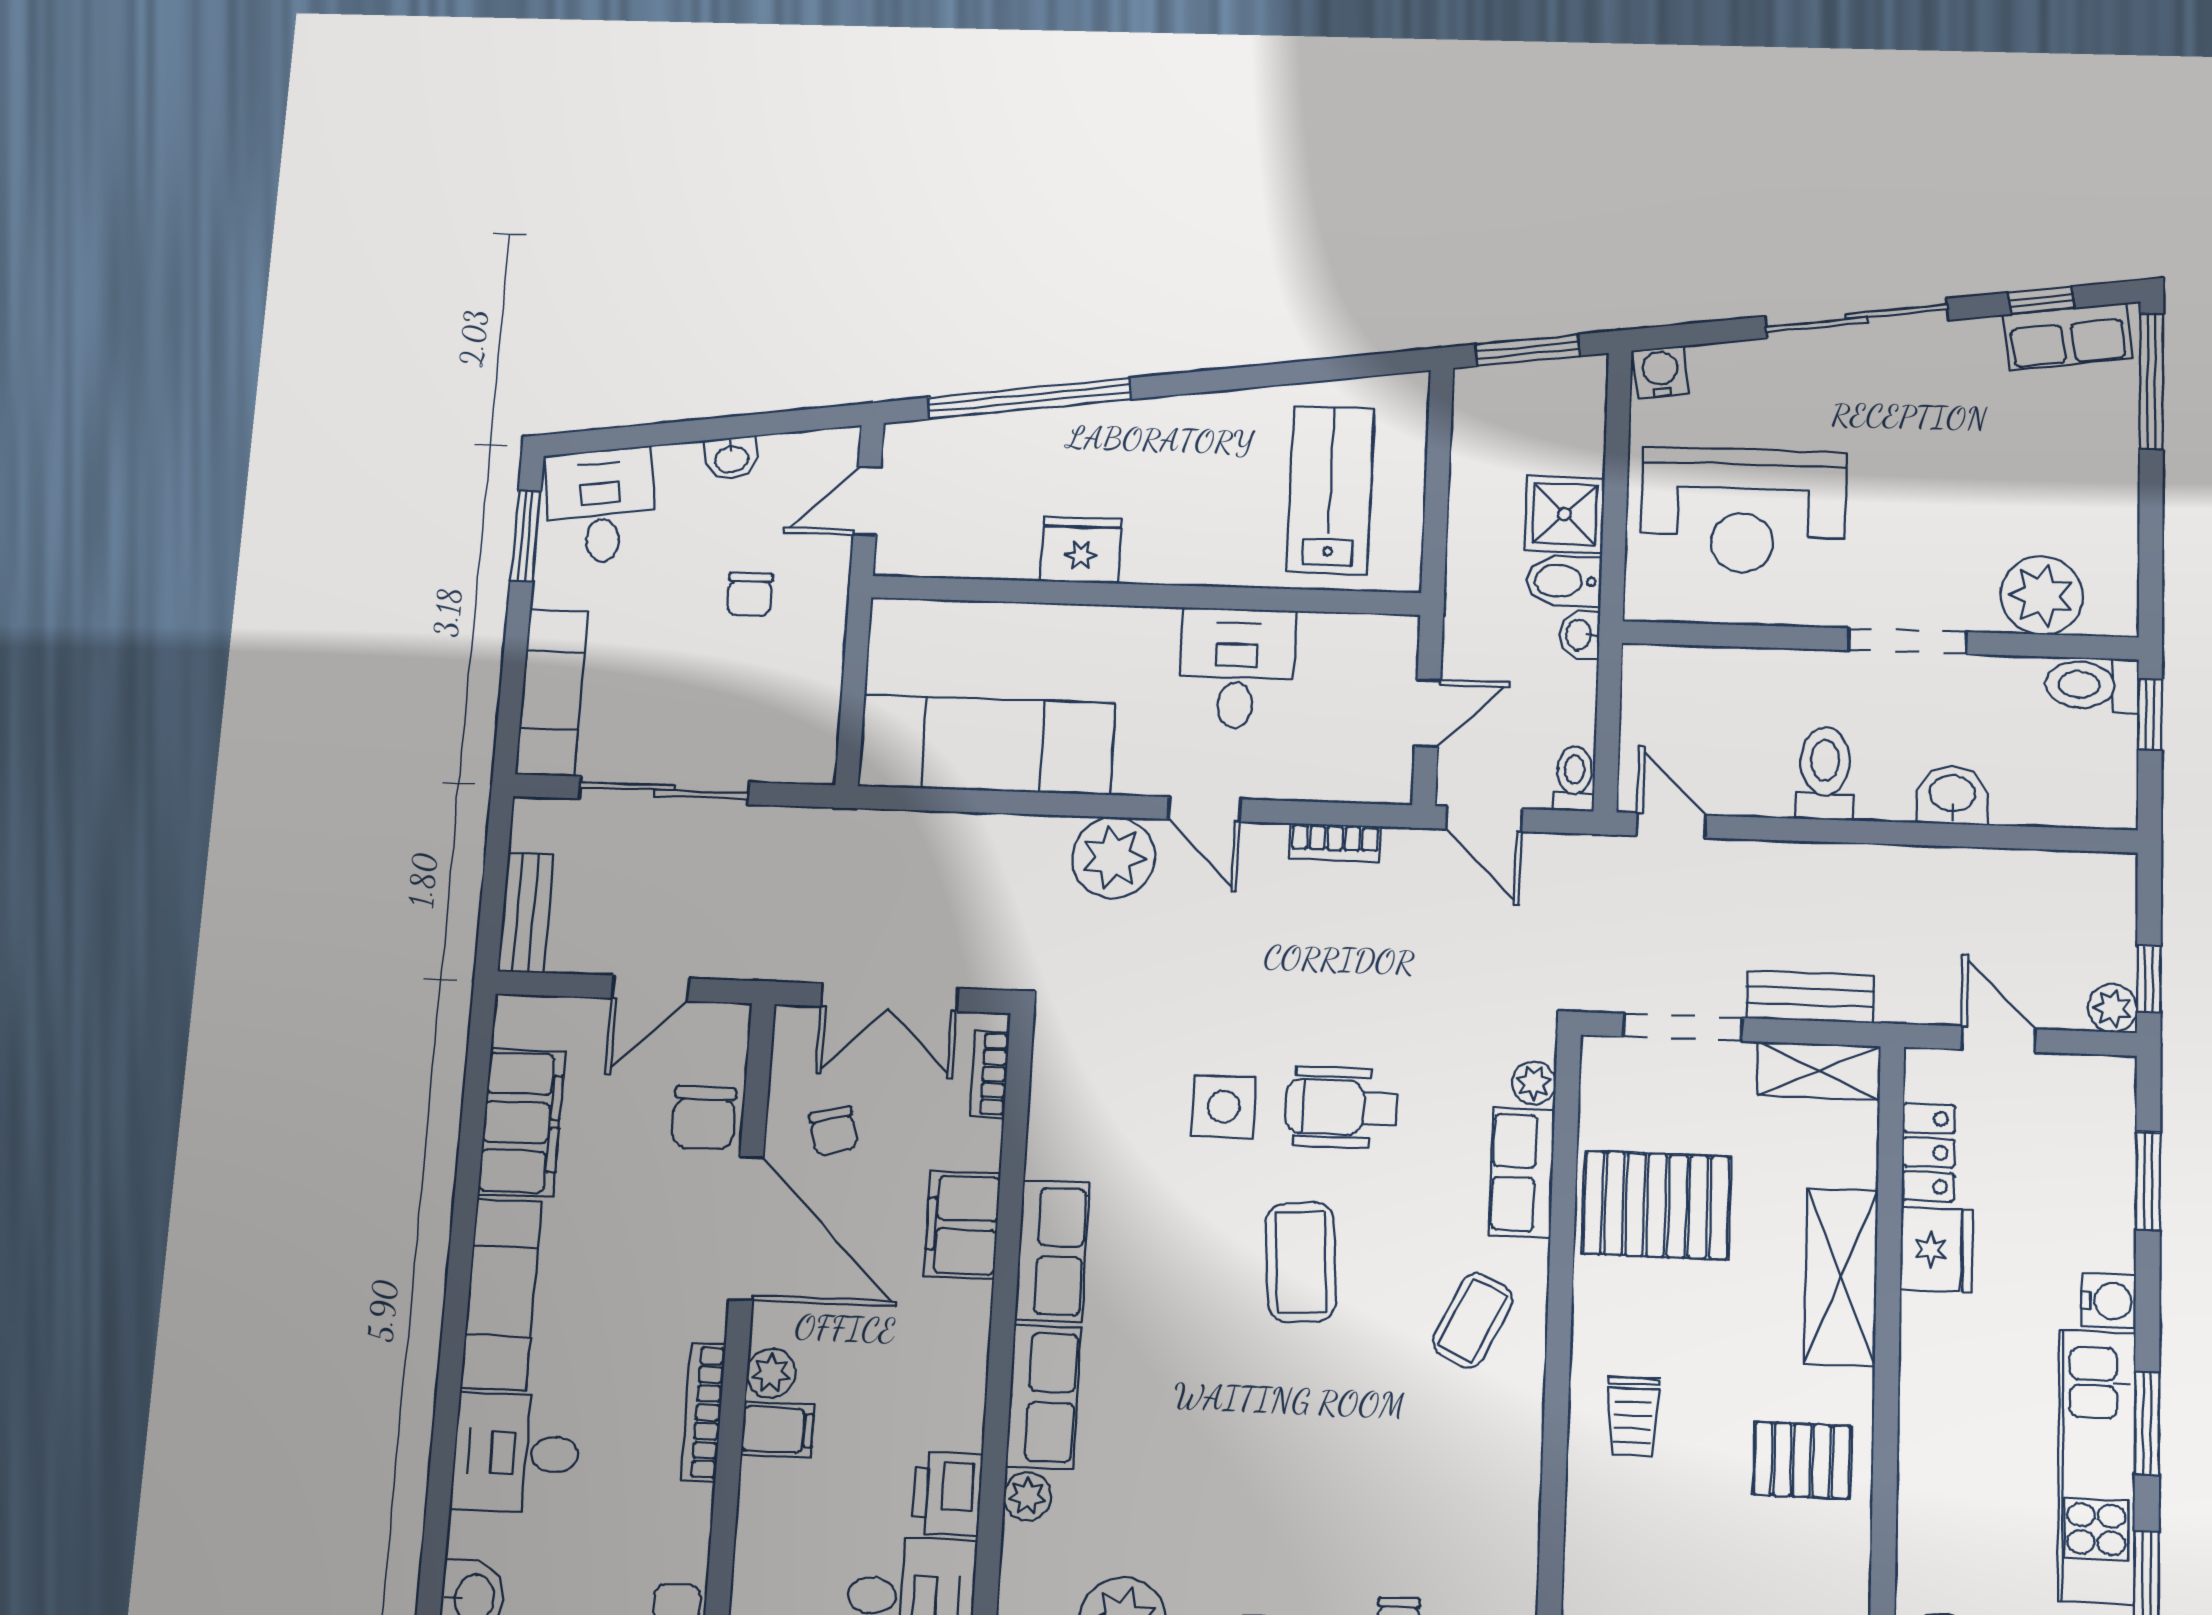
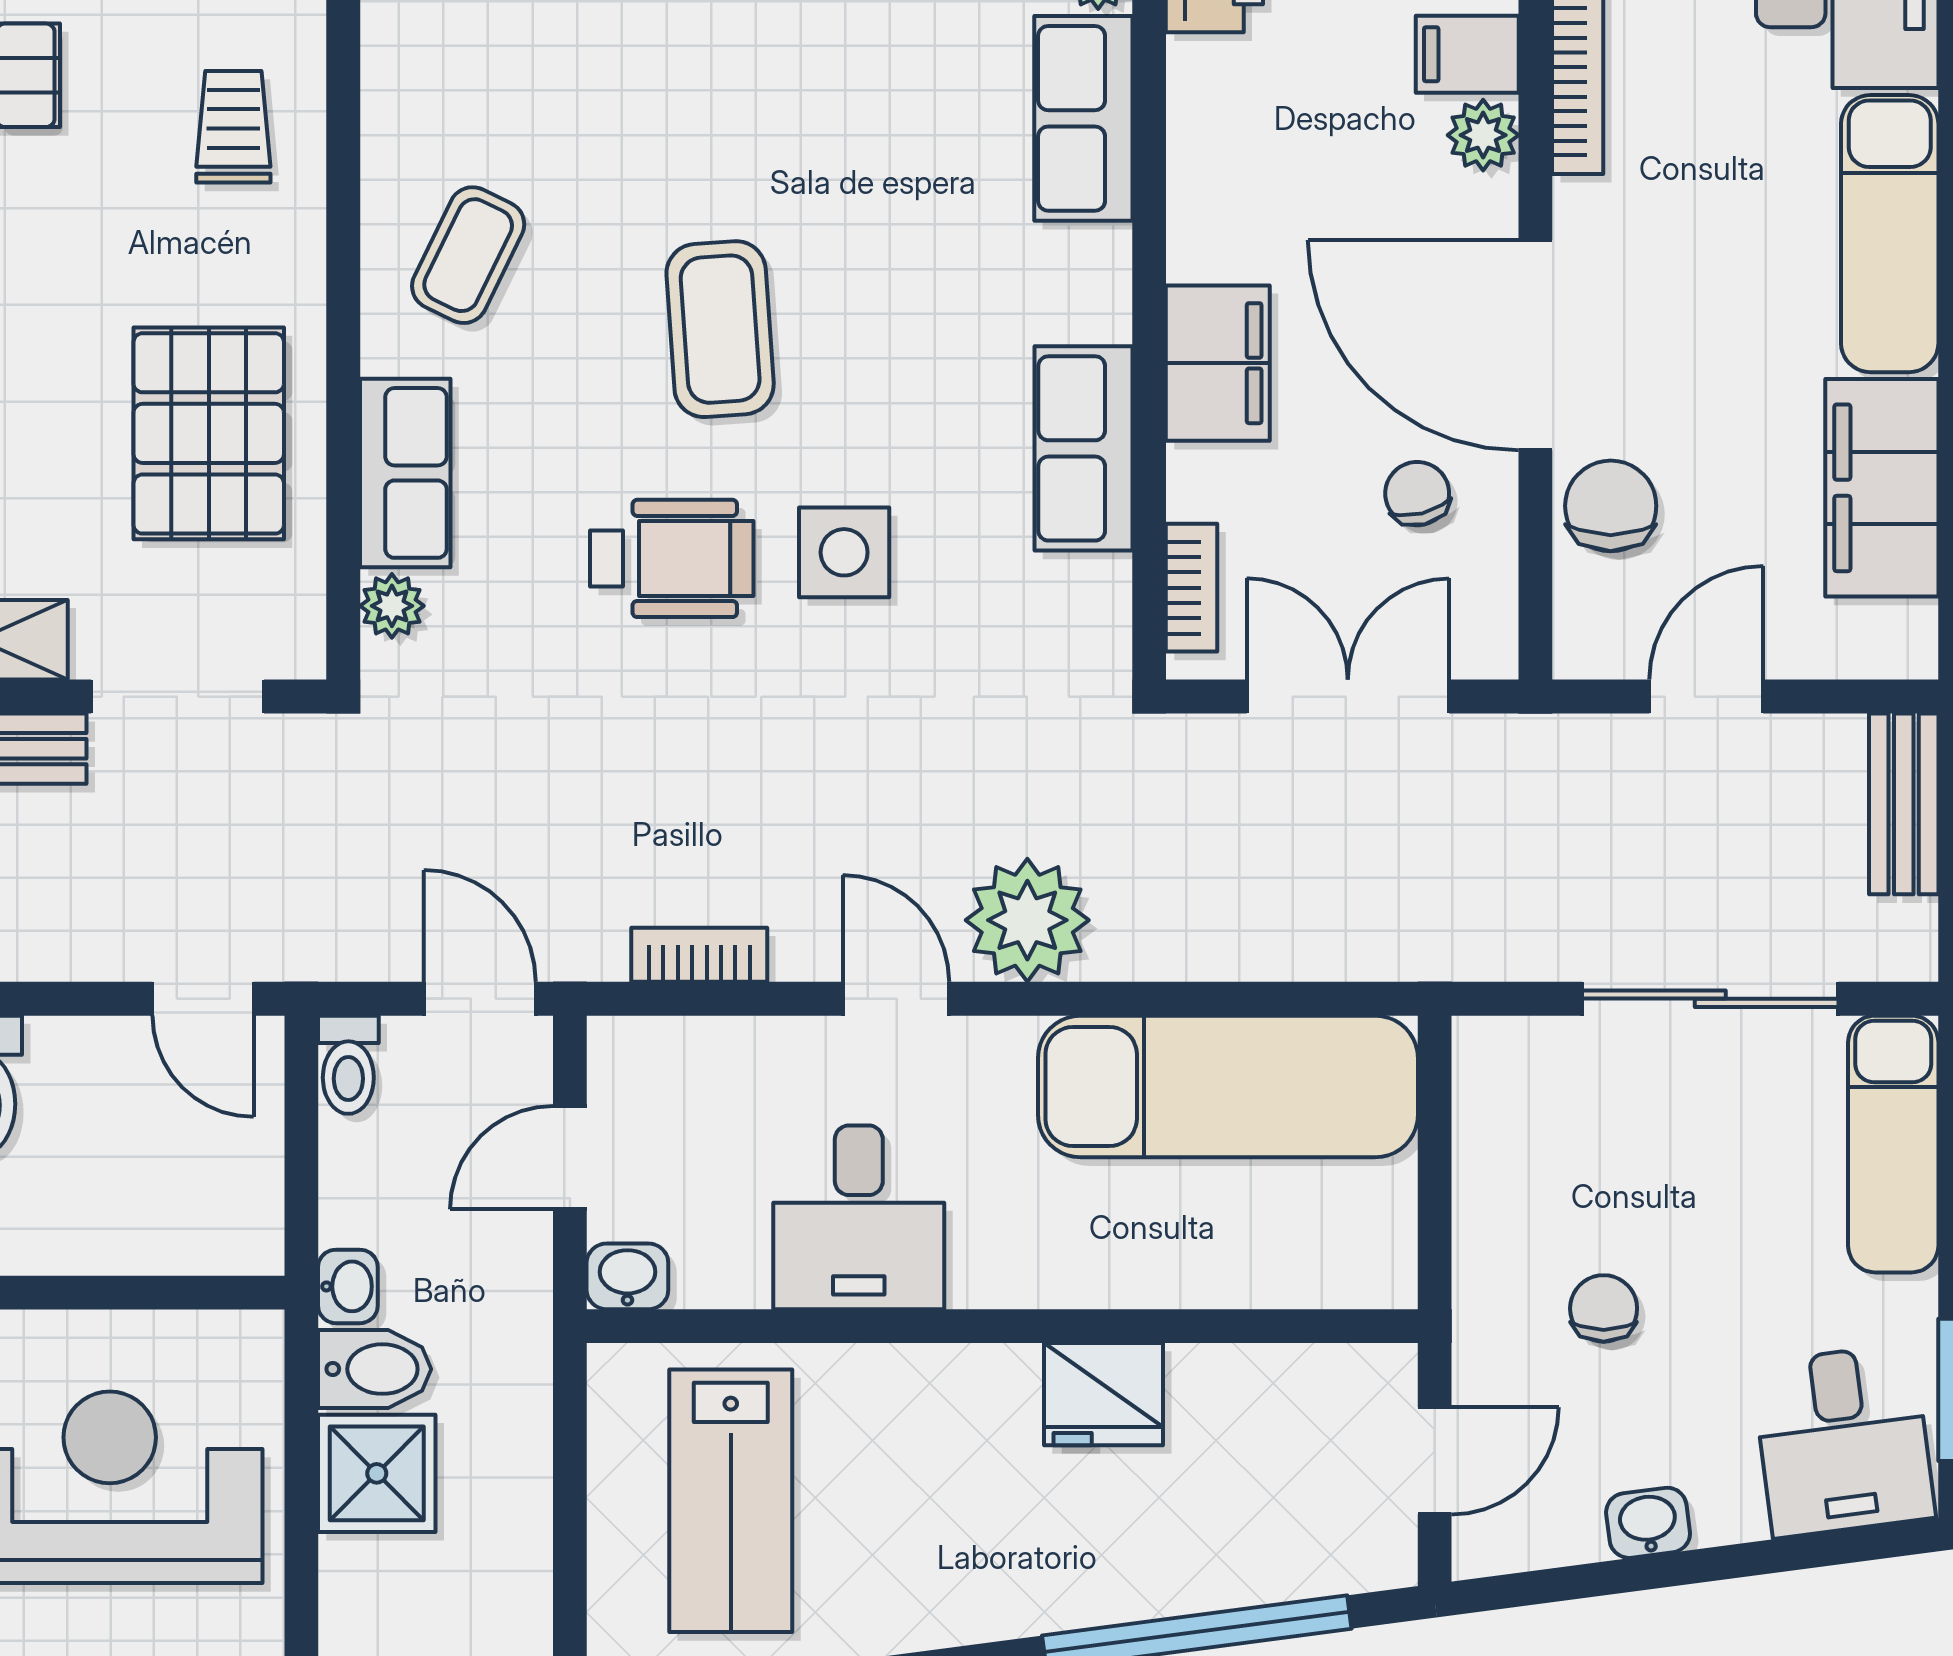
washbasin: (1392, 635) -> (627, 1276), added
pallet: (1656, 1205) -> (209, 433), turned 90
row of seats: (1052, 1251) -> (1083, 448), moved

